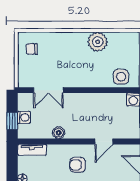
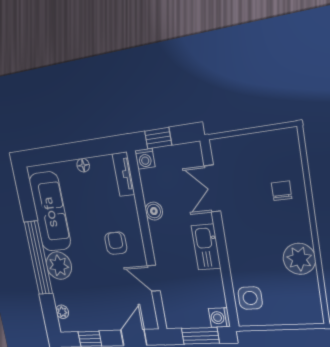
chair: (32, 49) -> (282, 191), moved
kitchen sink: (85, 101) -> (206, 247), added
washing machine: (24, 117) -> (145, 159), moved

